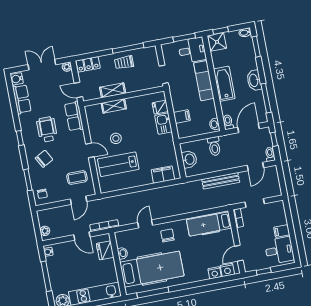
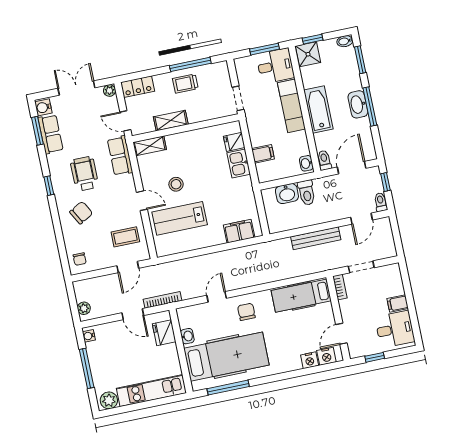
window: (266, 98) -> (370, 107), moved
shelving: (114, 106) -> (150, 146), moved
washbasin: (189, 159) -> (287, 194), moved, turned 90
window: (28, 180) -> (37, 131), moved

